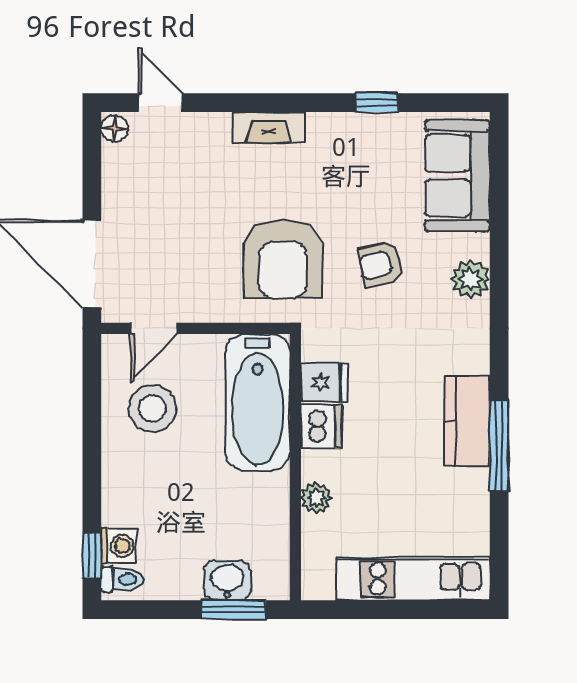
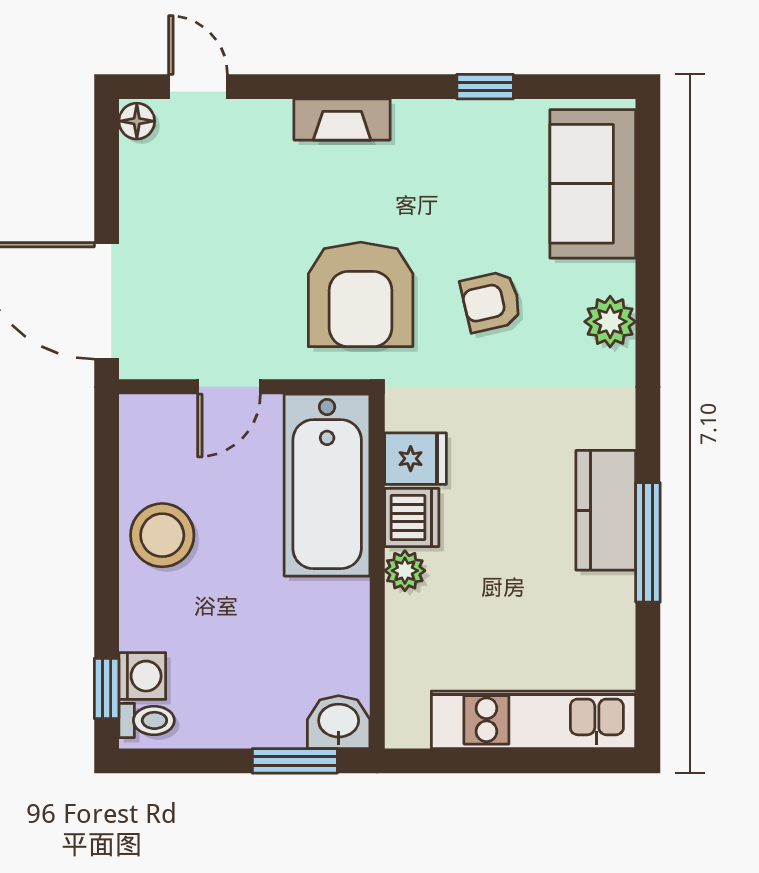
door: (154, 328) -> (229, 387), moved
stool: (152, 408) -> (162, 535), moved
plant: (316, 498) -> (405, 571), moved
washbasin: (227, 581) -> (339, 722), moved

